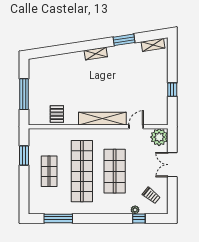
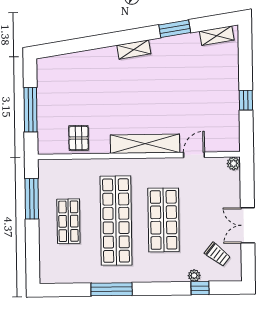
plant: (159, 137) -> (234, 163), width x0.53, depth x0.53
window: (24, 155) -> (32, 199), width x1.44
double door: (172, 165) -> (248, 225), moved
window: (58, 218) -> (112, 289), moved

